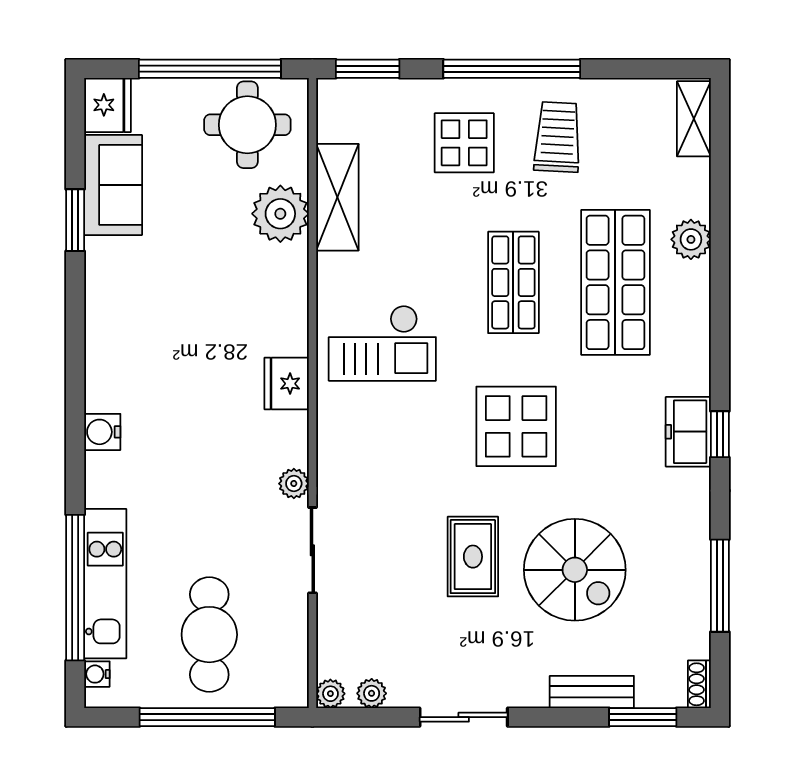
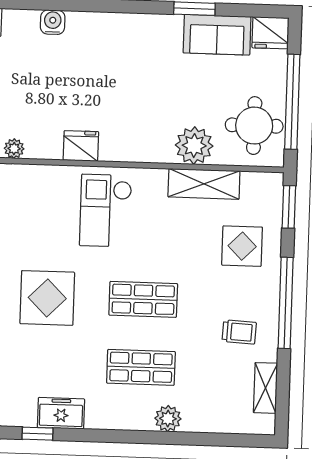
shelving: (694, 119) -> (266, 388), moved, turned 90
trolley: (558, 137) -> (239, 332), width x0.73, depth x0.72
display table: (464, 143) -> (242, 246), moved
shop shelf: (615, 282) -> (141, 367), width x0.70, depth x0.74
freezer: (688, 432) -> (61, 413), moved

